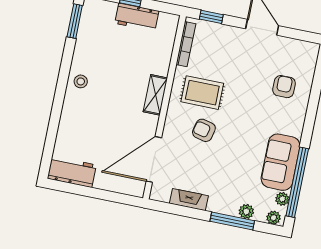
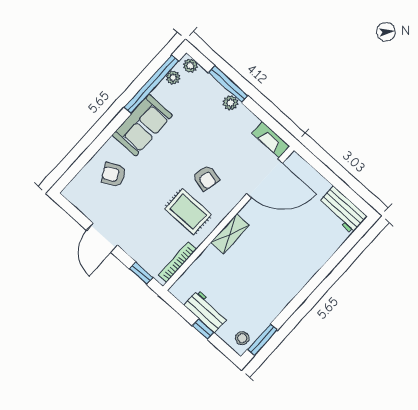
stool: (81, 81) -> (242, 338), moved
armchair: (284, 87) -> (113, 175), turned 61
sofa: (280, 162) -> (142, 125), moved
fireplace: (189, 200) -> (271, 140), moved
plant: (246, 212) -> (231, 103), moved

